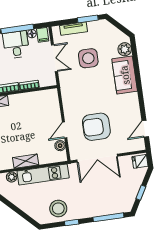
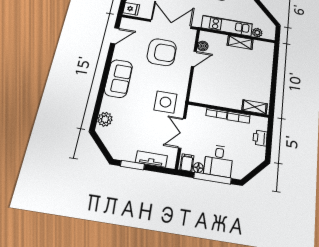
side table: (88, 58) -> (165, 102), moved
sofa: (125, 75) -> (118, 79), moved

